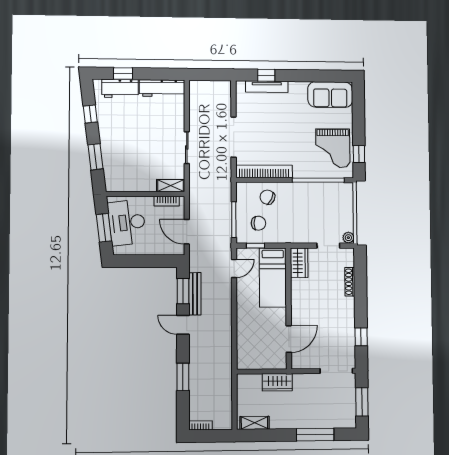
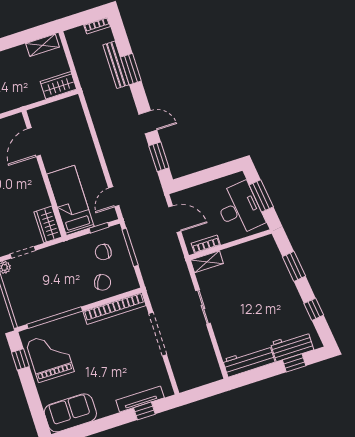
bench: (195, 294) -> (116, 65), moved
wardrobe: (277, 382) -> (58, 85), moved

